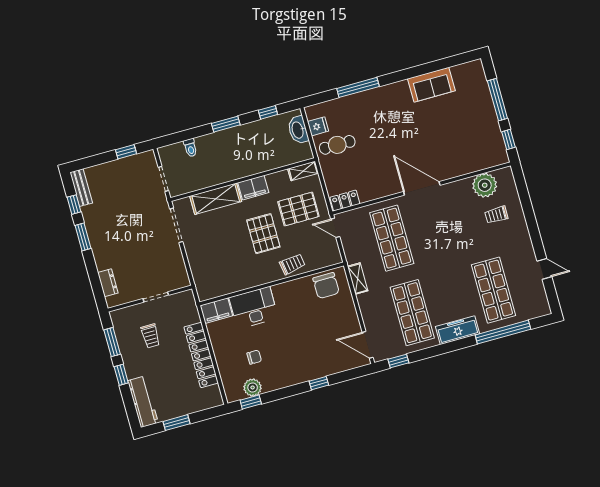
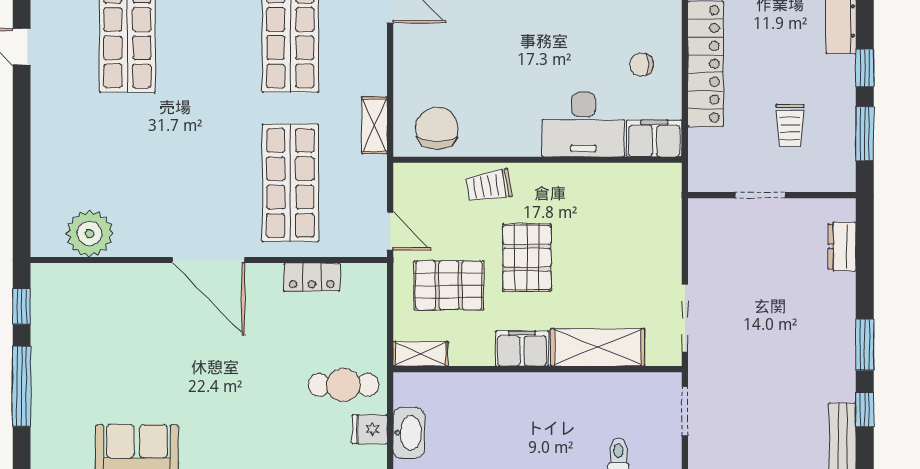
locker: (345, 201) -> (312, 277), moved
trolley: (496, 215) -> (83, 172), removed
trolley: (151, 336) -> (790, 125), turned 180
chair: (254, 357) -> (642, 65), moved

